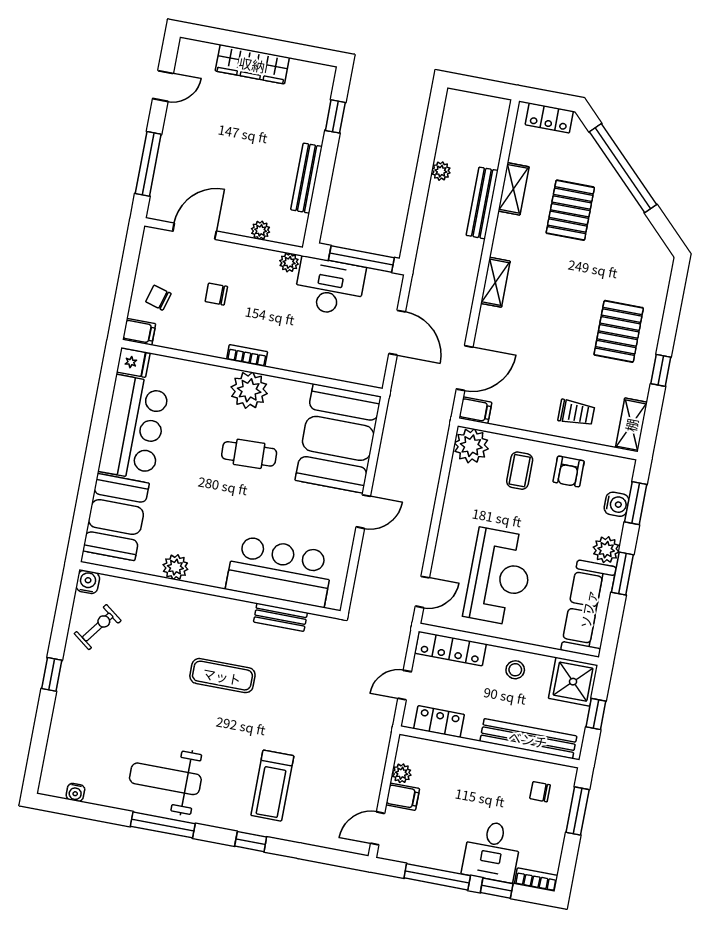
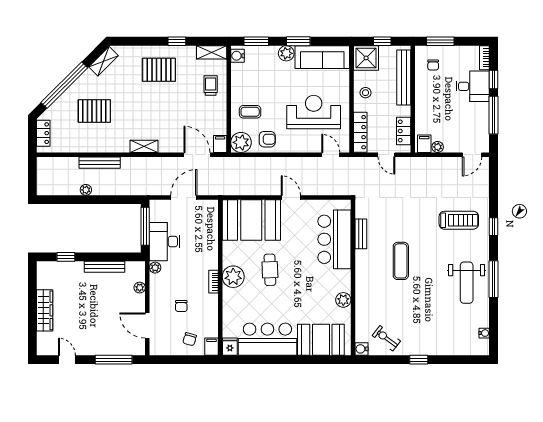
shelving: (513, 189) -> (103, 61), moved, turned -45
armchair: (569, 472) -> (267, 139), moved
water cooler: (617, 504) -> (238, 56), moved, turned -90
filing cabinet: (403, 797) -> (424, 144), moved
door: (378, 828) -> (472, 155), hinge flipped

